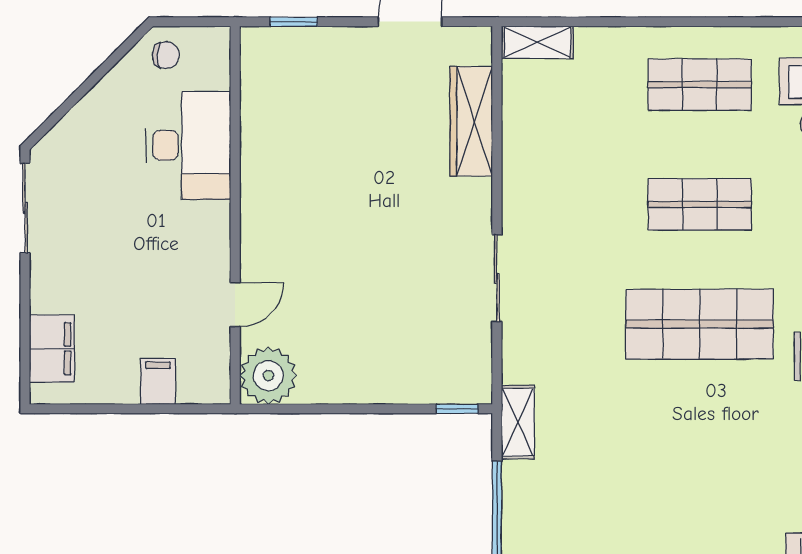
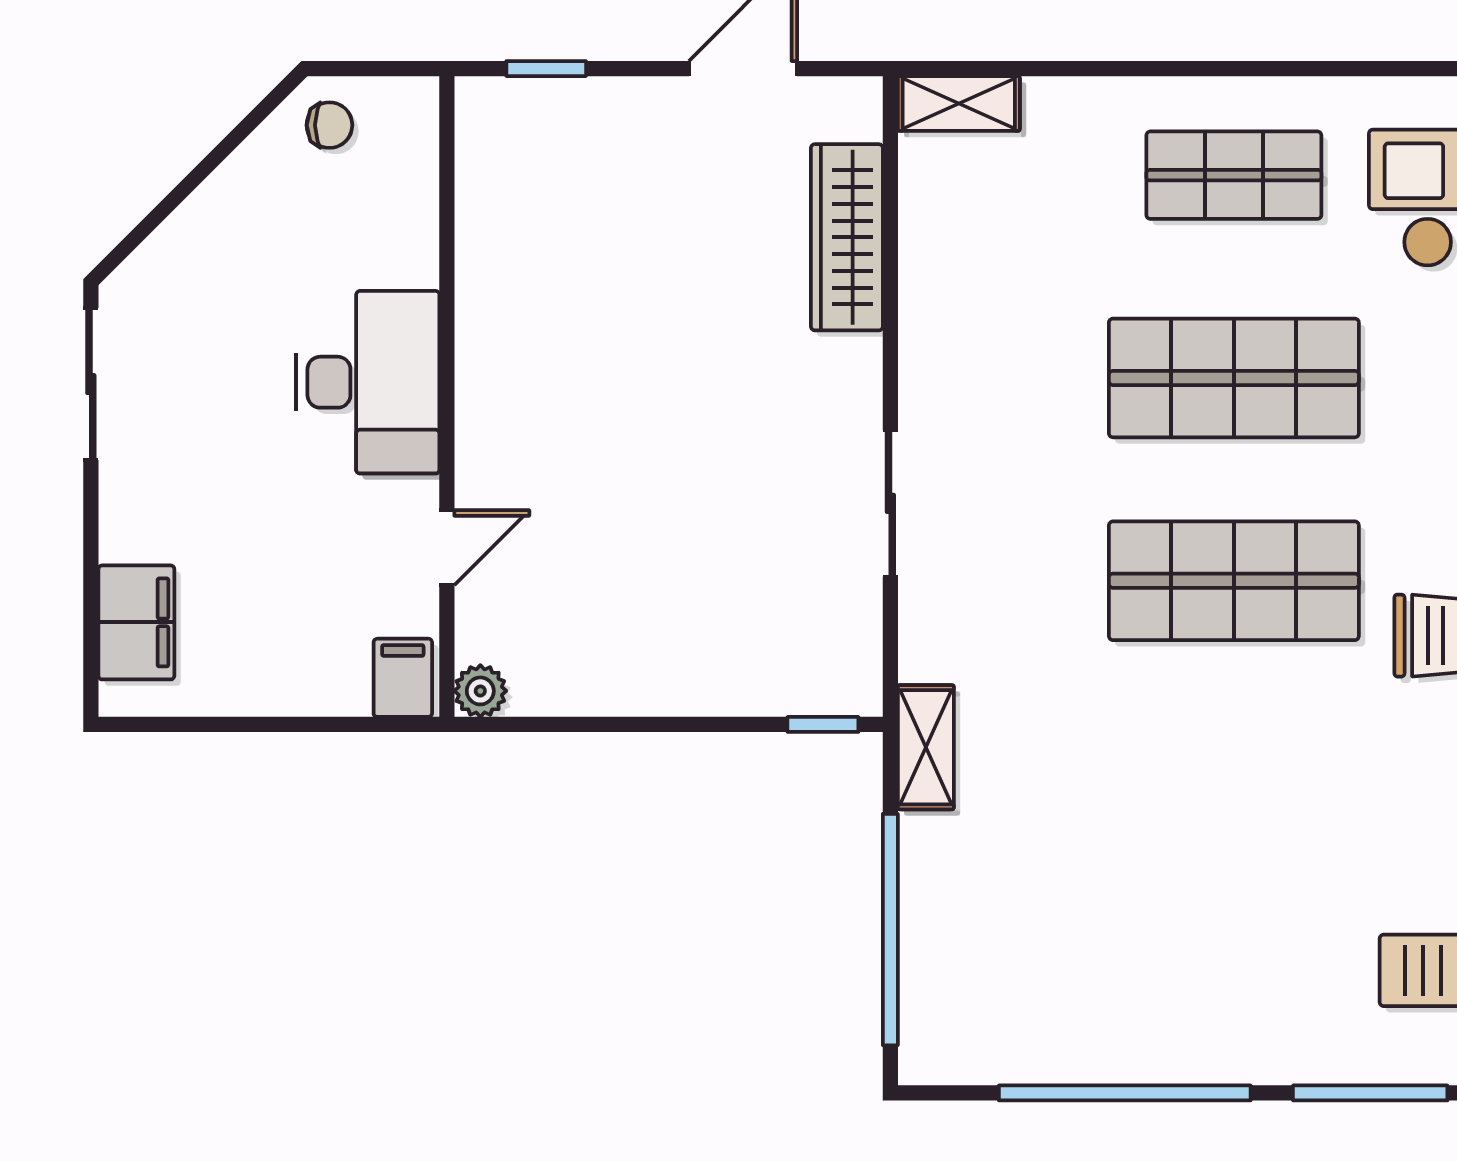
desk: (188, 145) -> (368, 382), moved
shop shelf: (700, 204) -> (1234, 378), width x1.43, depth x1.36
plant: (268, 376) -> (480, 691), width x0.53, depth x0.53
filing cabinet: (158, 381) -> (403, 678), moved

